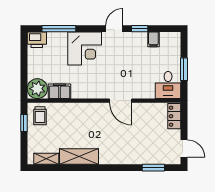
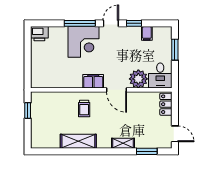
window: (59, 29) -> (80, 23), moved
window: (184, 69) -> (175, 50), moved
plant: (37, 89) -> (138, 79), moved
filing cabinet: (60, 91) -> (93, 81), moved
trolley: (40, 116) -> (84, 108), moved
shelving: (46, 159) -> (123, 143), moved

